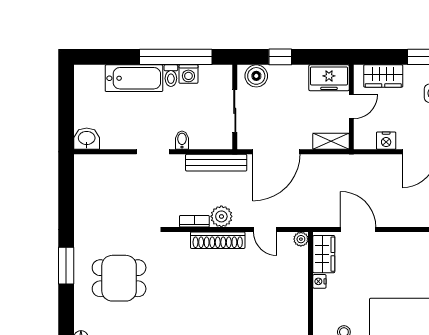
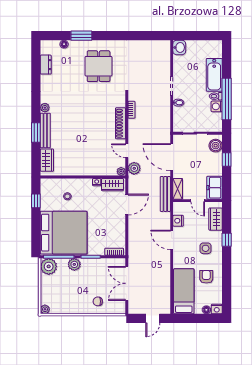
bench: (216, 163) -> (165, 194), moved
plant: (221, 216) -> (134, 168), moved
door: (265, 230) -> (127, 151), hinge flipped
window: (66, 266) -> (81, 36), moved

